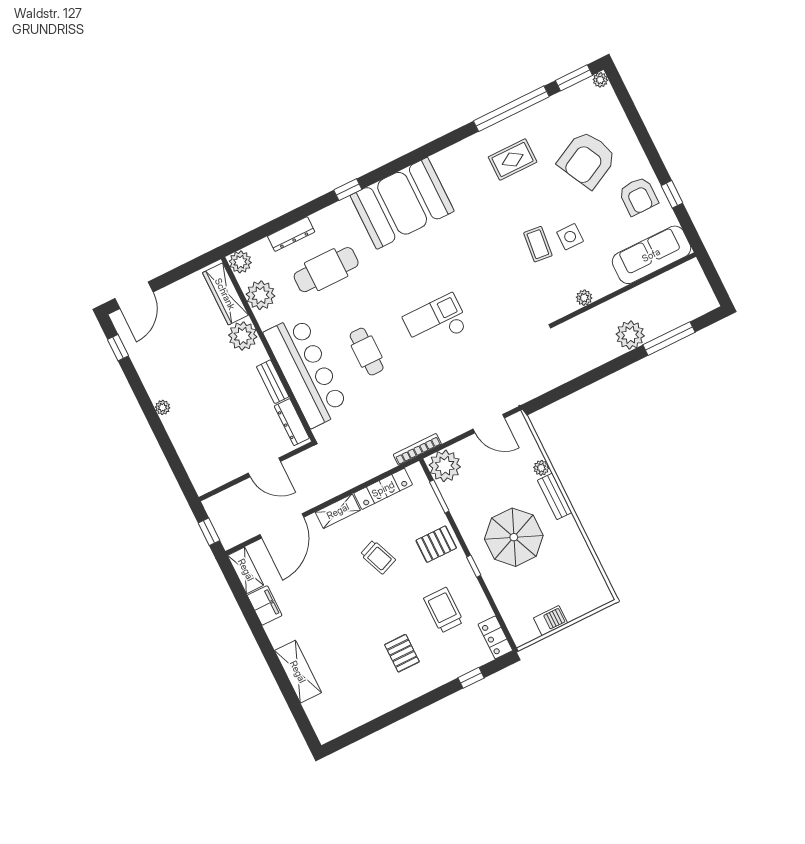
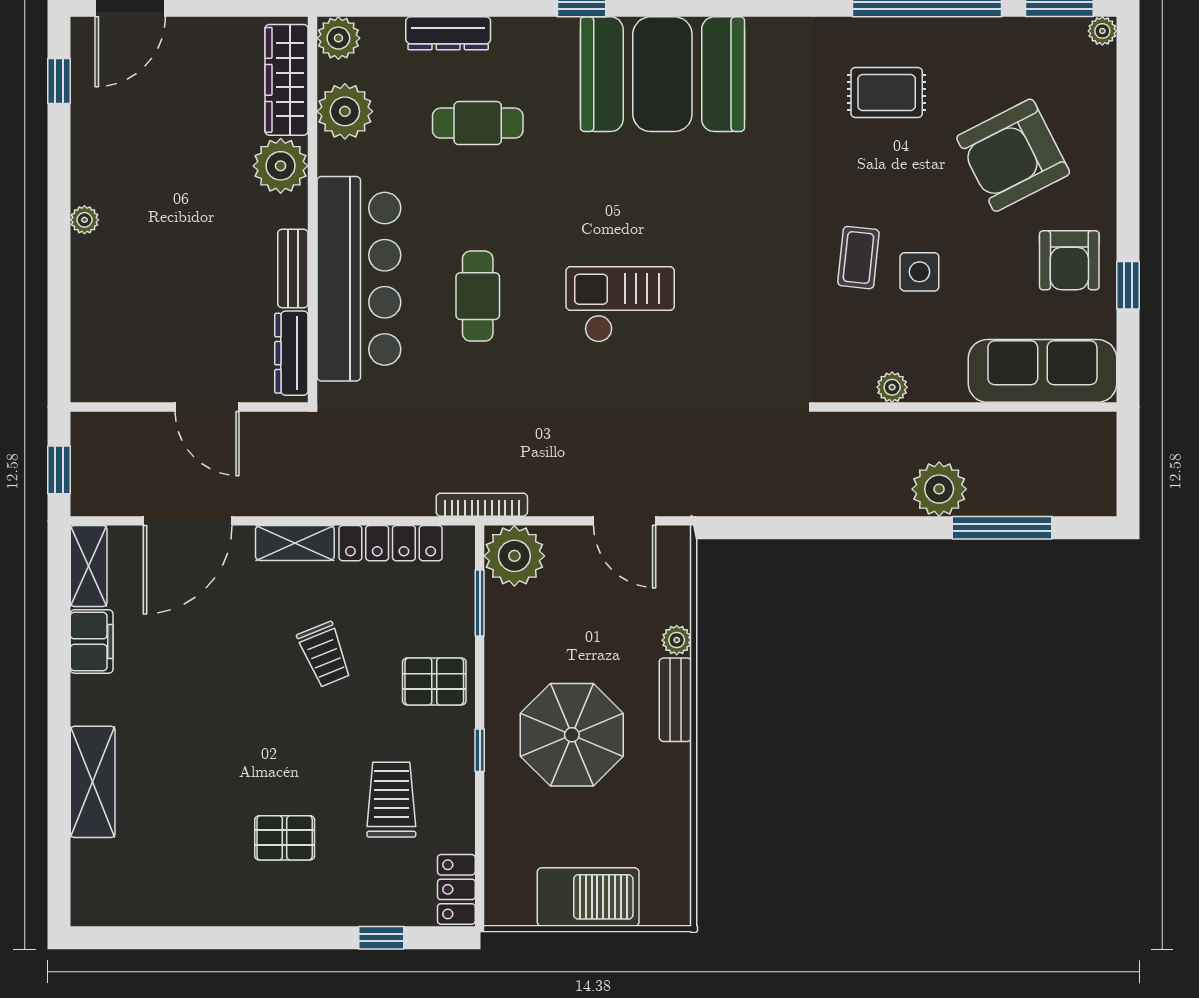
cafe table: (326, 270) -> (478, 123), width x0.73, depth x0.74
barbecue: (551, 621) -> (588, 897), width x1.88, depth x1.53
pallet: (402, 653) -> (285, 838), turned 90

